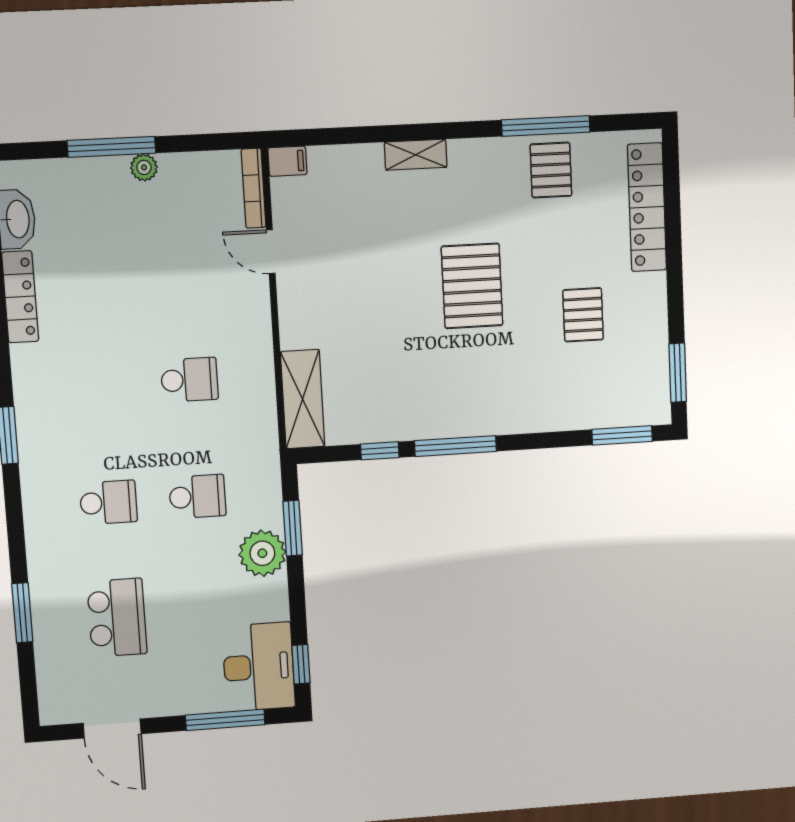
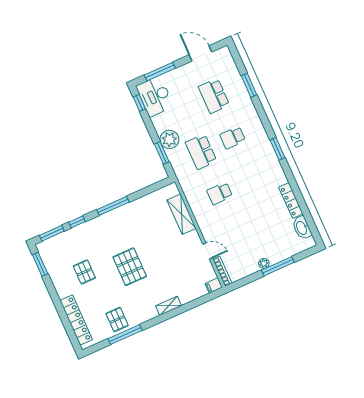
shelving: (303, 399) -> (181, 214), moved
window: (380, 451) -> (77, 222), moved
school desk: (197, 497) -> (201, 152), width x1.85

